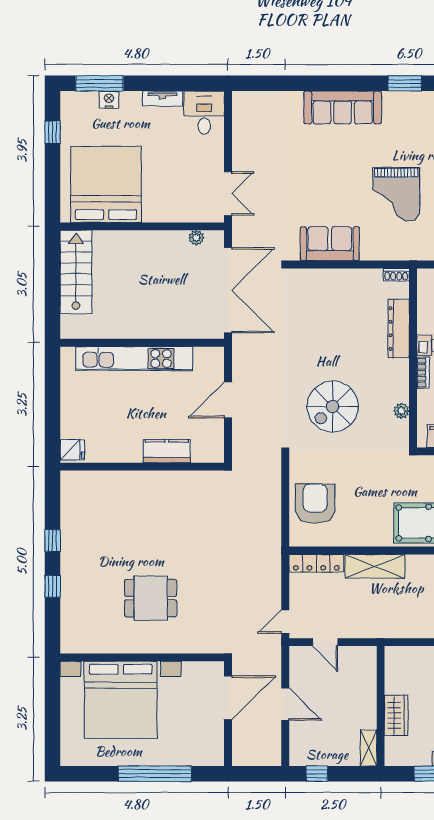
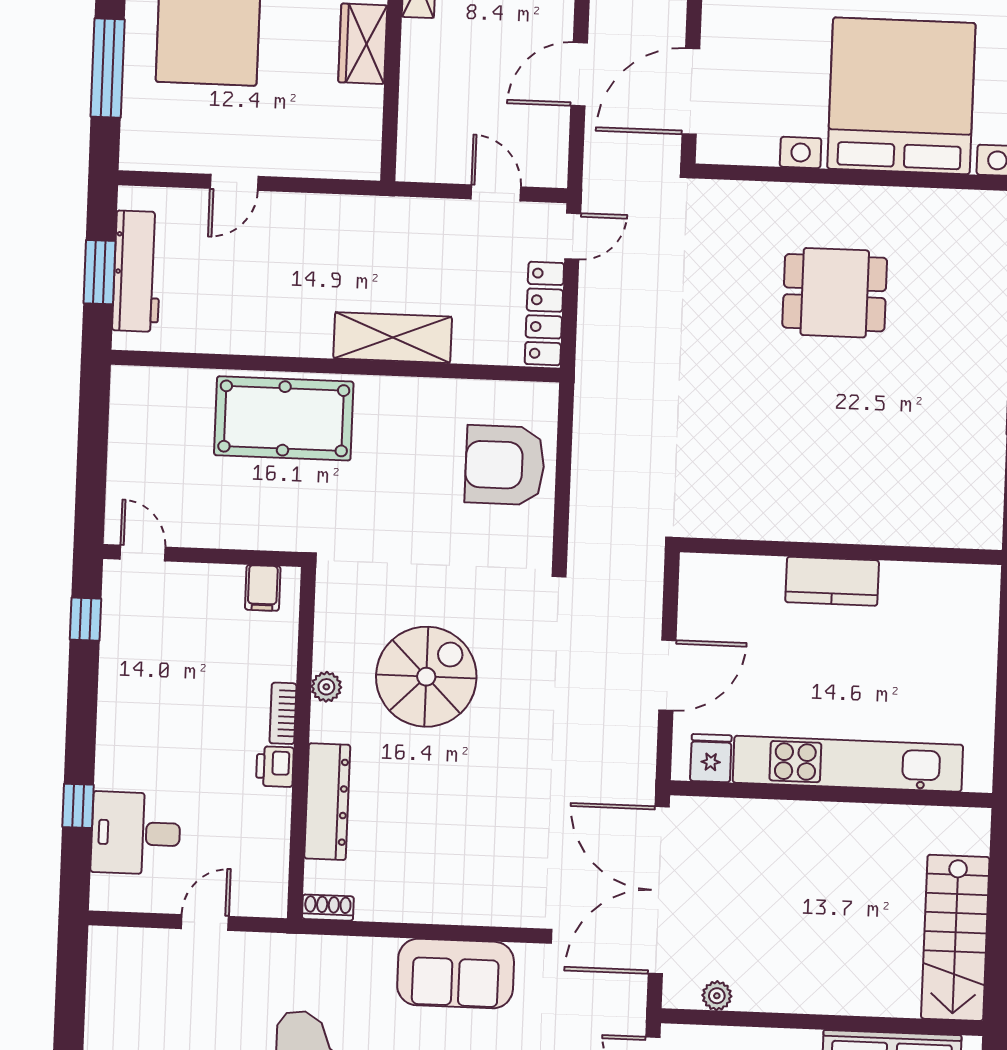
spiral stairs: (333, 406) -> (426, 677), moved
plant: (401, 411) -> (326, 687), moved
fridge: (72, 450) -> (711, 758), moved, turned 90
kitchen counter: (167, 451) -> (832, 581), moved
armchair: (315, 504) -> (505, 465), turned 90
locker: (316, 563) -> (544, 314), moved, turned -90
door: (285, 704) -> (579, 74), hinge flipped

